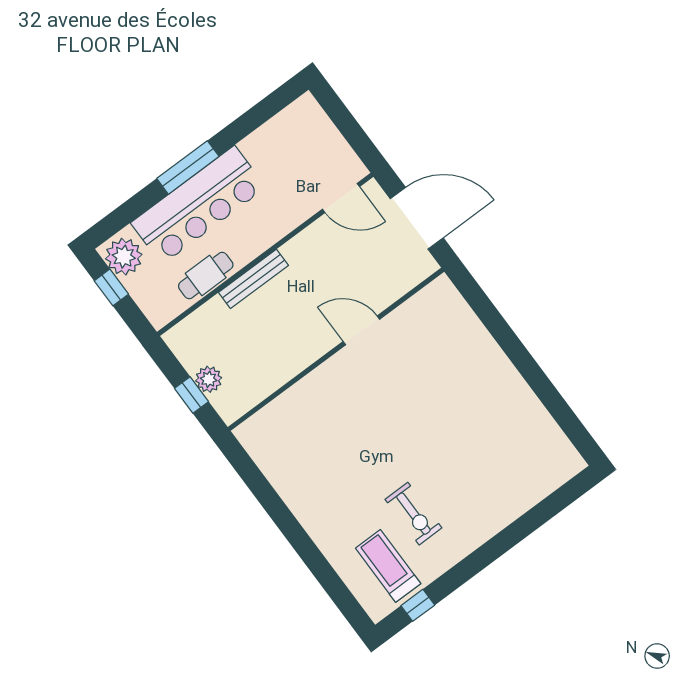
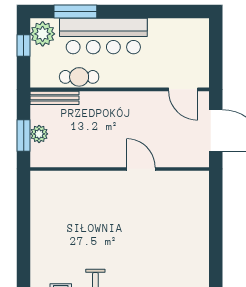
window: (188, 167) -> (75, 12), moved
bench: (253, 279) -> (54, 98), moved
window: (191, 395) -> (24, 136), width x1.50

